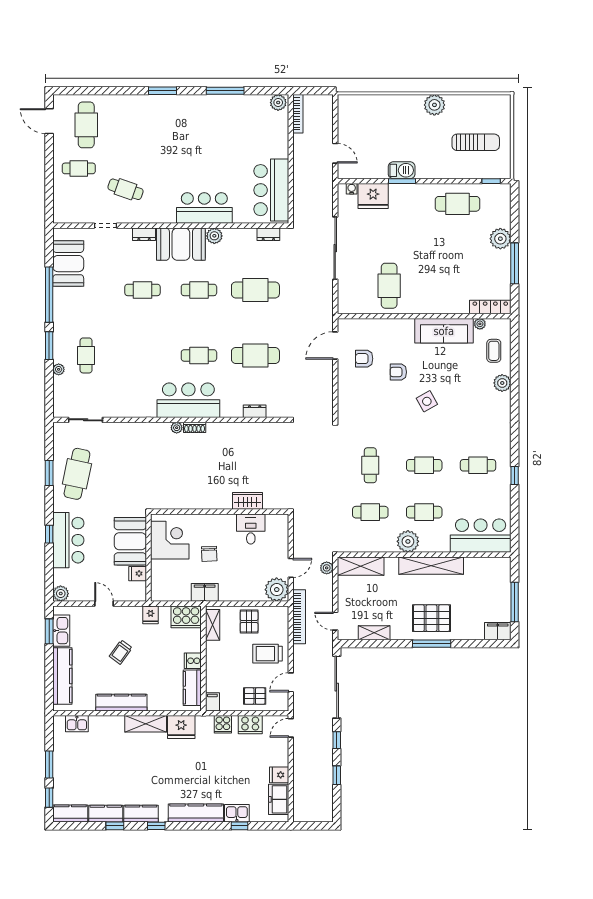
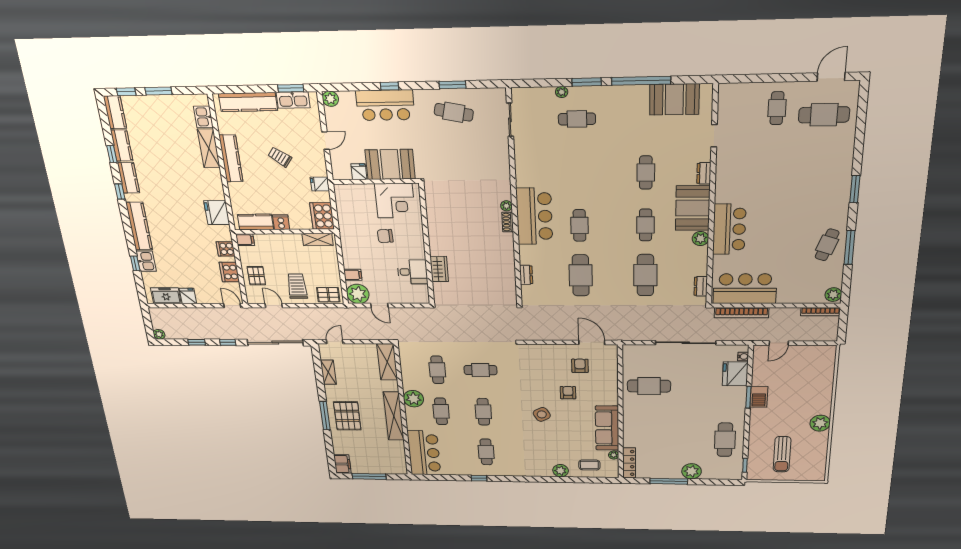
cafe table: (126, 189) -> (827, 245), moved
cafe table: (77, 474) -> (454, 112), width x0.73, depth x0.74
plant: (327, 568) -> (159, 334), moved
filing cabinet: (205, 592) -> (353, 275), moved, width x0.50
bookcase: (299, 617) -> (742, 313), moved
pallet: (249, 622) -> (328, 295), moved
shelving: (146, 724) -> (209, 148), moved

